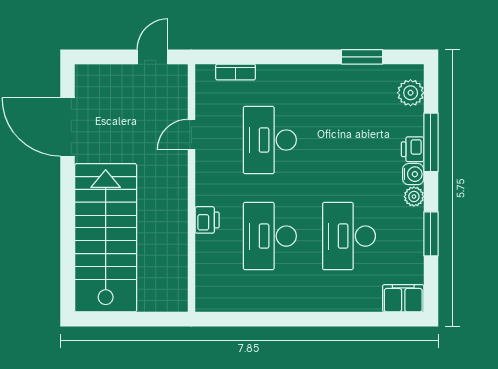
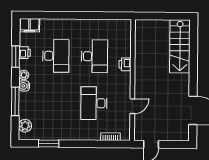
desk: (270, 140) -> (94, 103), turned 180
printer: (413, 149) -> (25, 53), moved
stairs: (106, 238) -> (180, 46), width x0.73, depth x0.66

